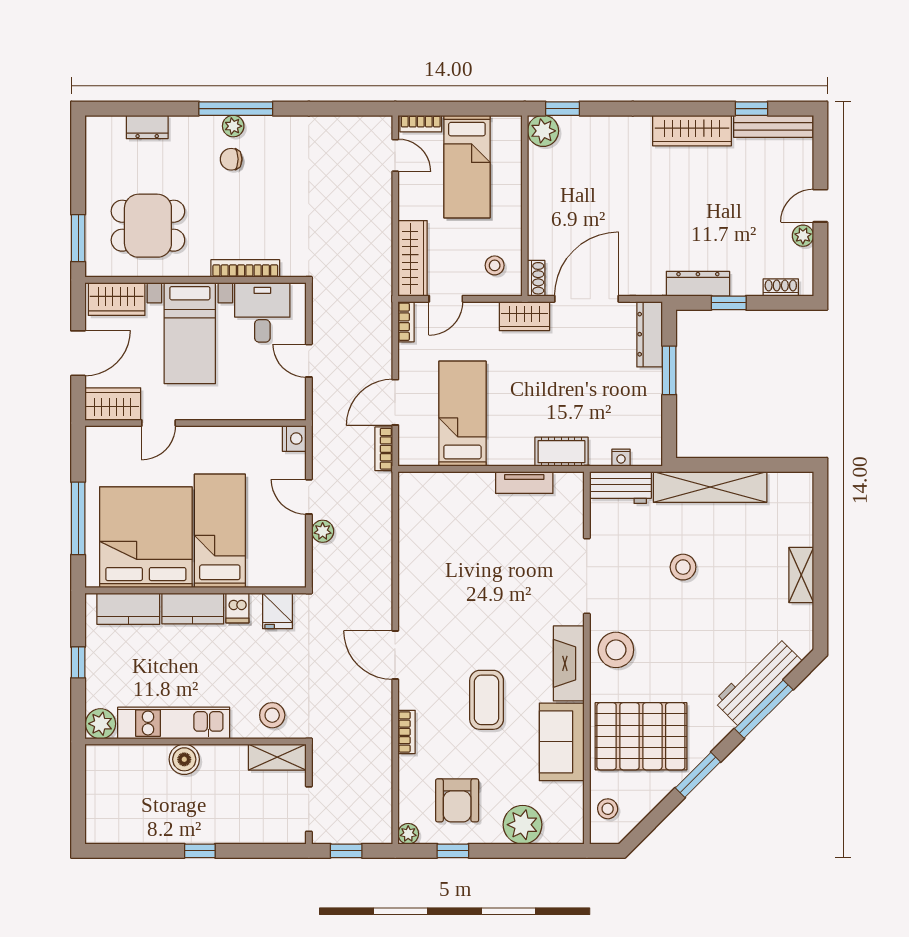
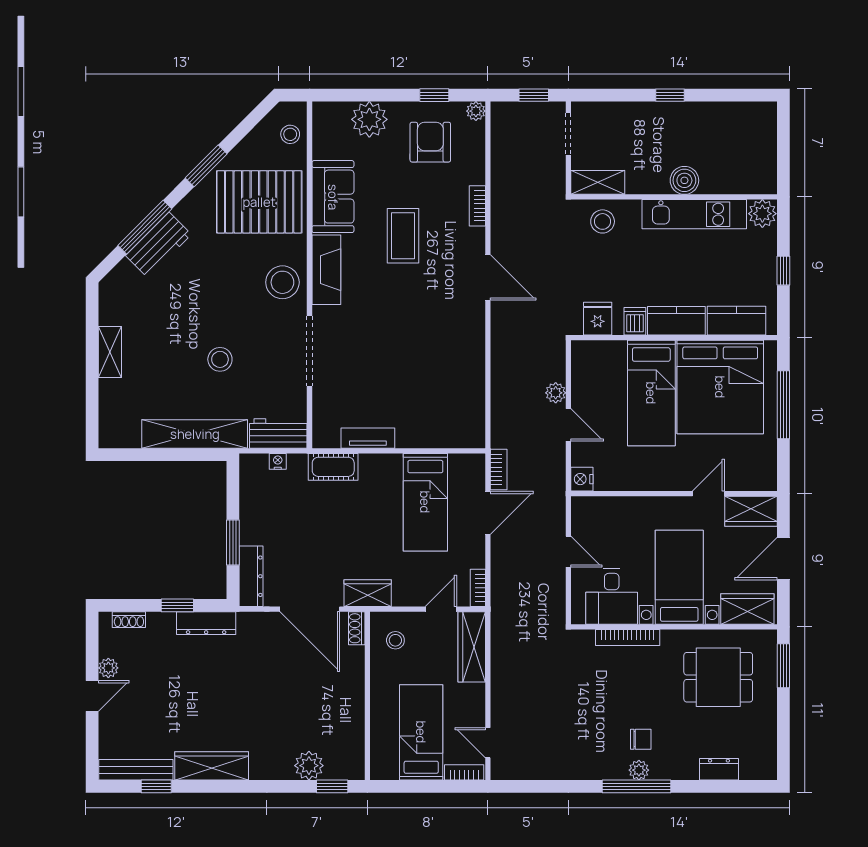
plant: (543, 131) -> (309, 766), moved
door: (587, 299) -> (310, 609), hinge flipped
workbench: (758, 681) -> (159, 245), width x0.73

